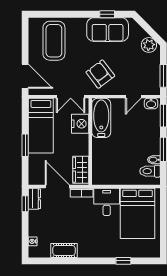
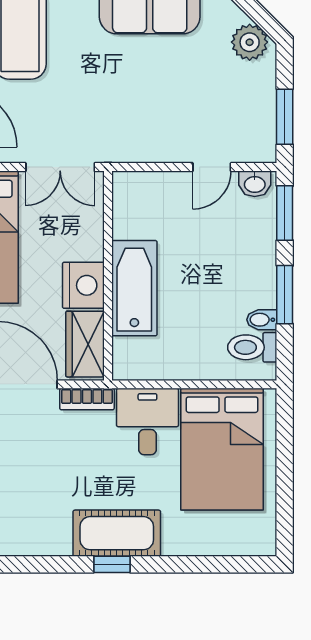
armchair: (100, 74) -> (132, 113), removed
bathtub: (101, 118) -> (134, 288), moved
nightstand: (80, 124) -> (83, 285), moved
cot: (64, 250) -> (117, 533), moved, width x1.37, depth x1.34
window: (123, 261) -> (112, 564), moved

